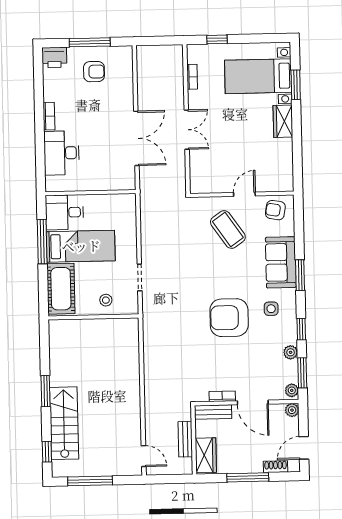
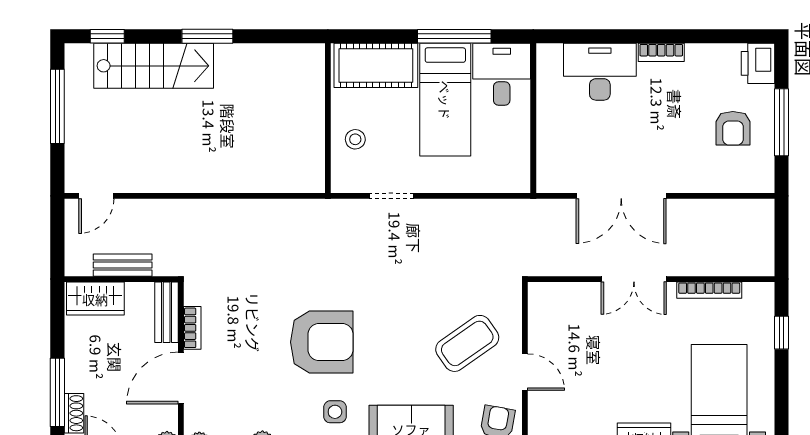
bookcase: (192, 77) -> (709, 290), width x1.56
armchair: (229, 318) -> (322, 342), turned 90
window: (248, 477) -> (57, 392), moved

